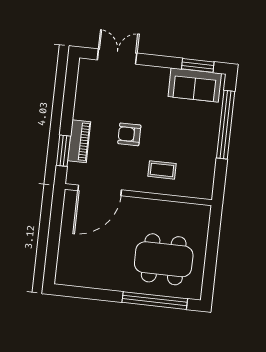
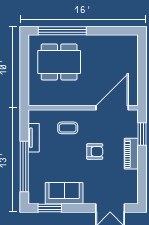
sofa: (195, 85) -> (64, 193), moved
piano: (79, 141) -> (131, 154), moved
tv unit: (209, 162) -> (34, 138), added

